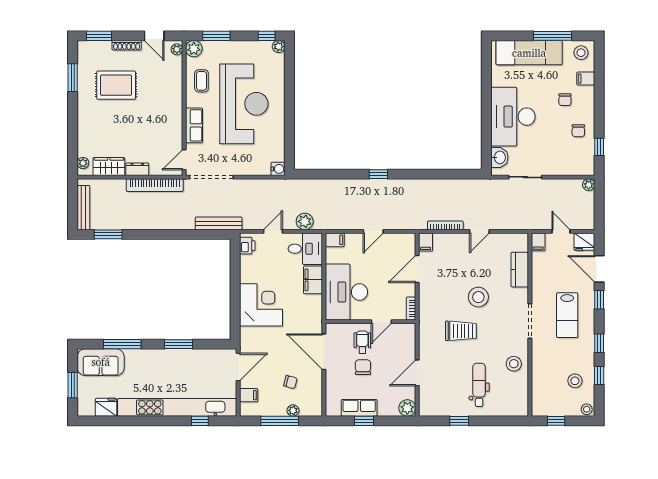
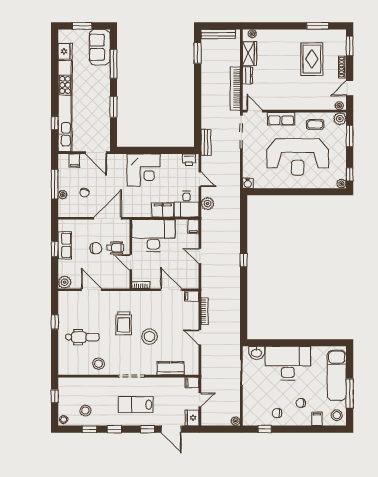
bench: (219, 223) -> (206, 142), width x0.73
door: (599, 269) -> (171, 429), swing flipped

